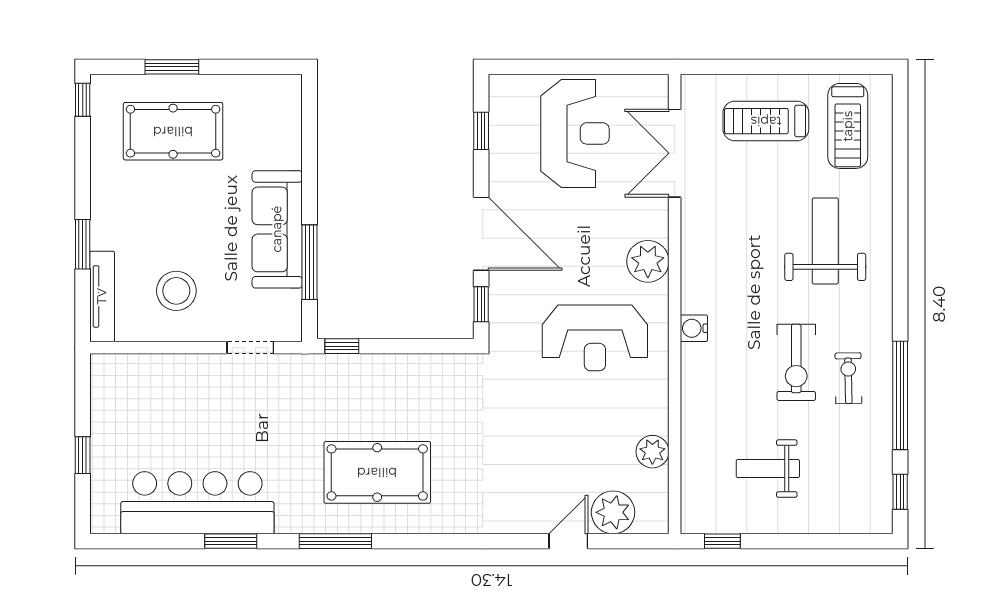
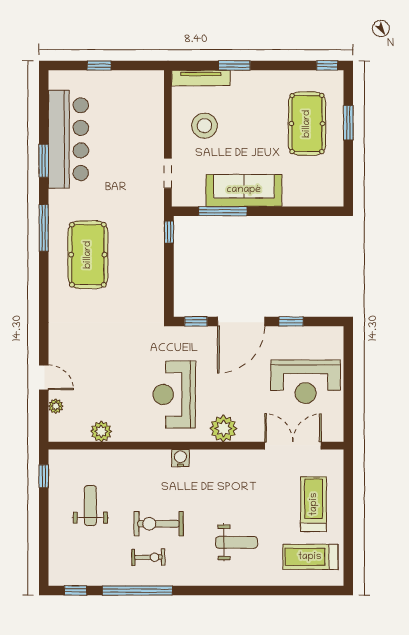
window: (481, 131) -> (291, 321), moved
weight bench: (825, 241) -> (237, 542), width x0.73, depth x0.75
plant: (613, 512) -> (56, 406), width x0.53, depth x0.53

